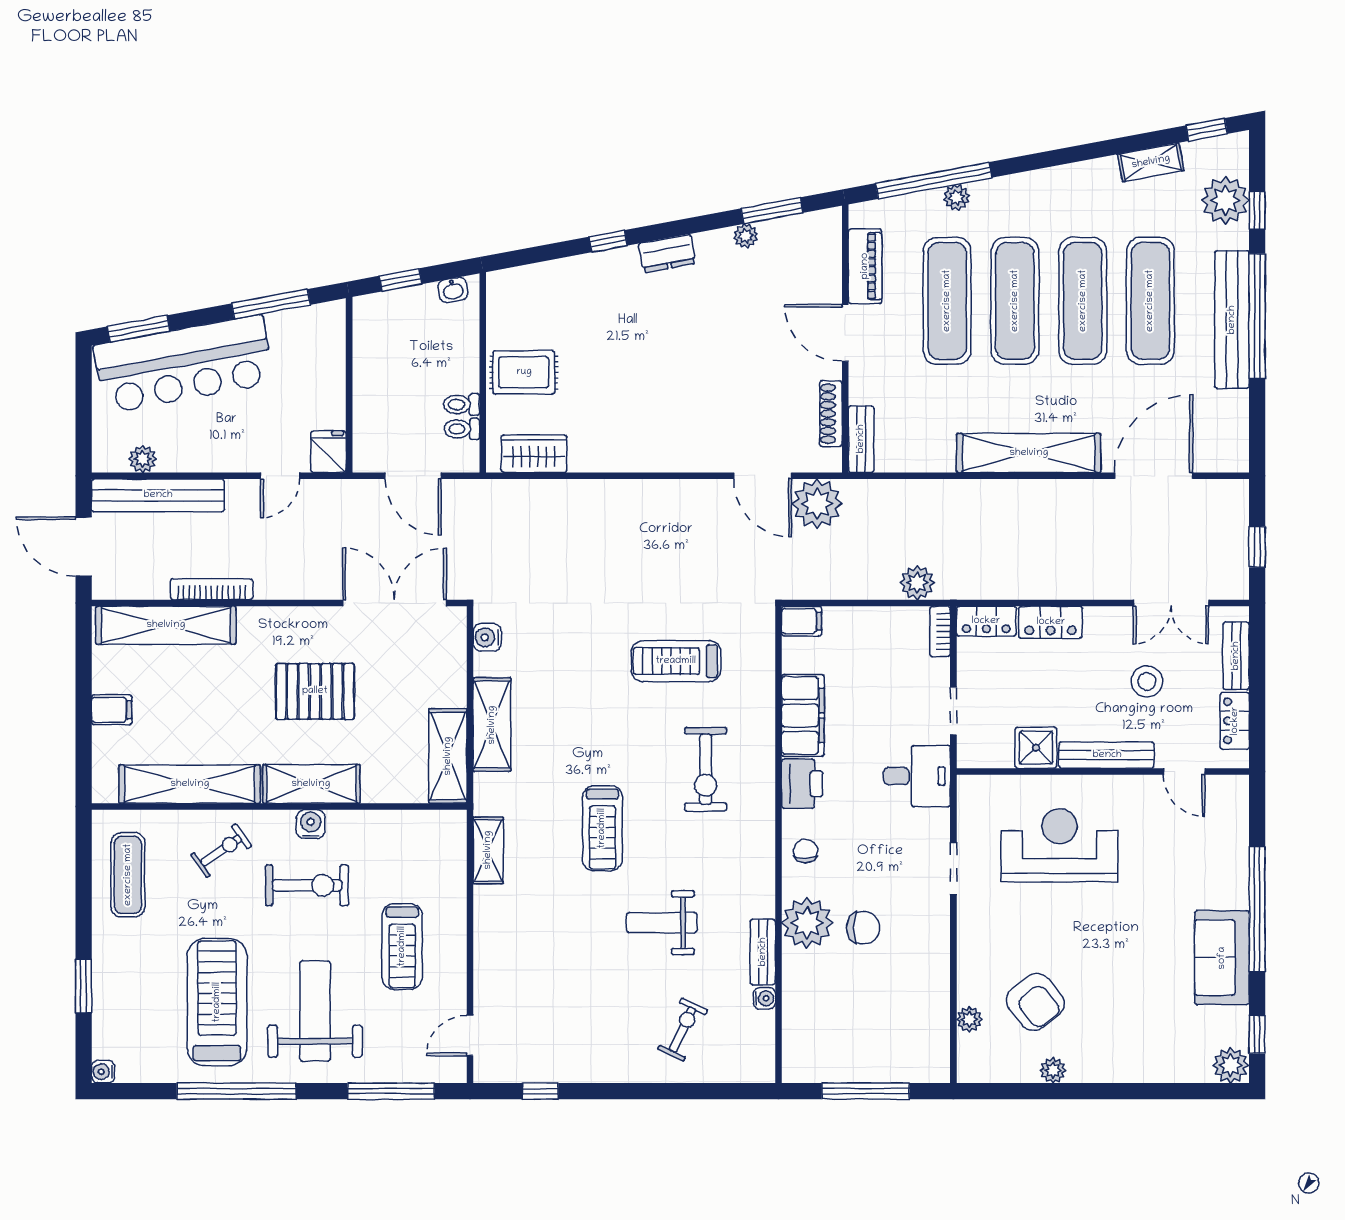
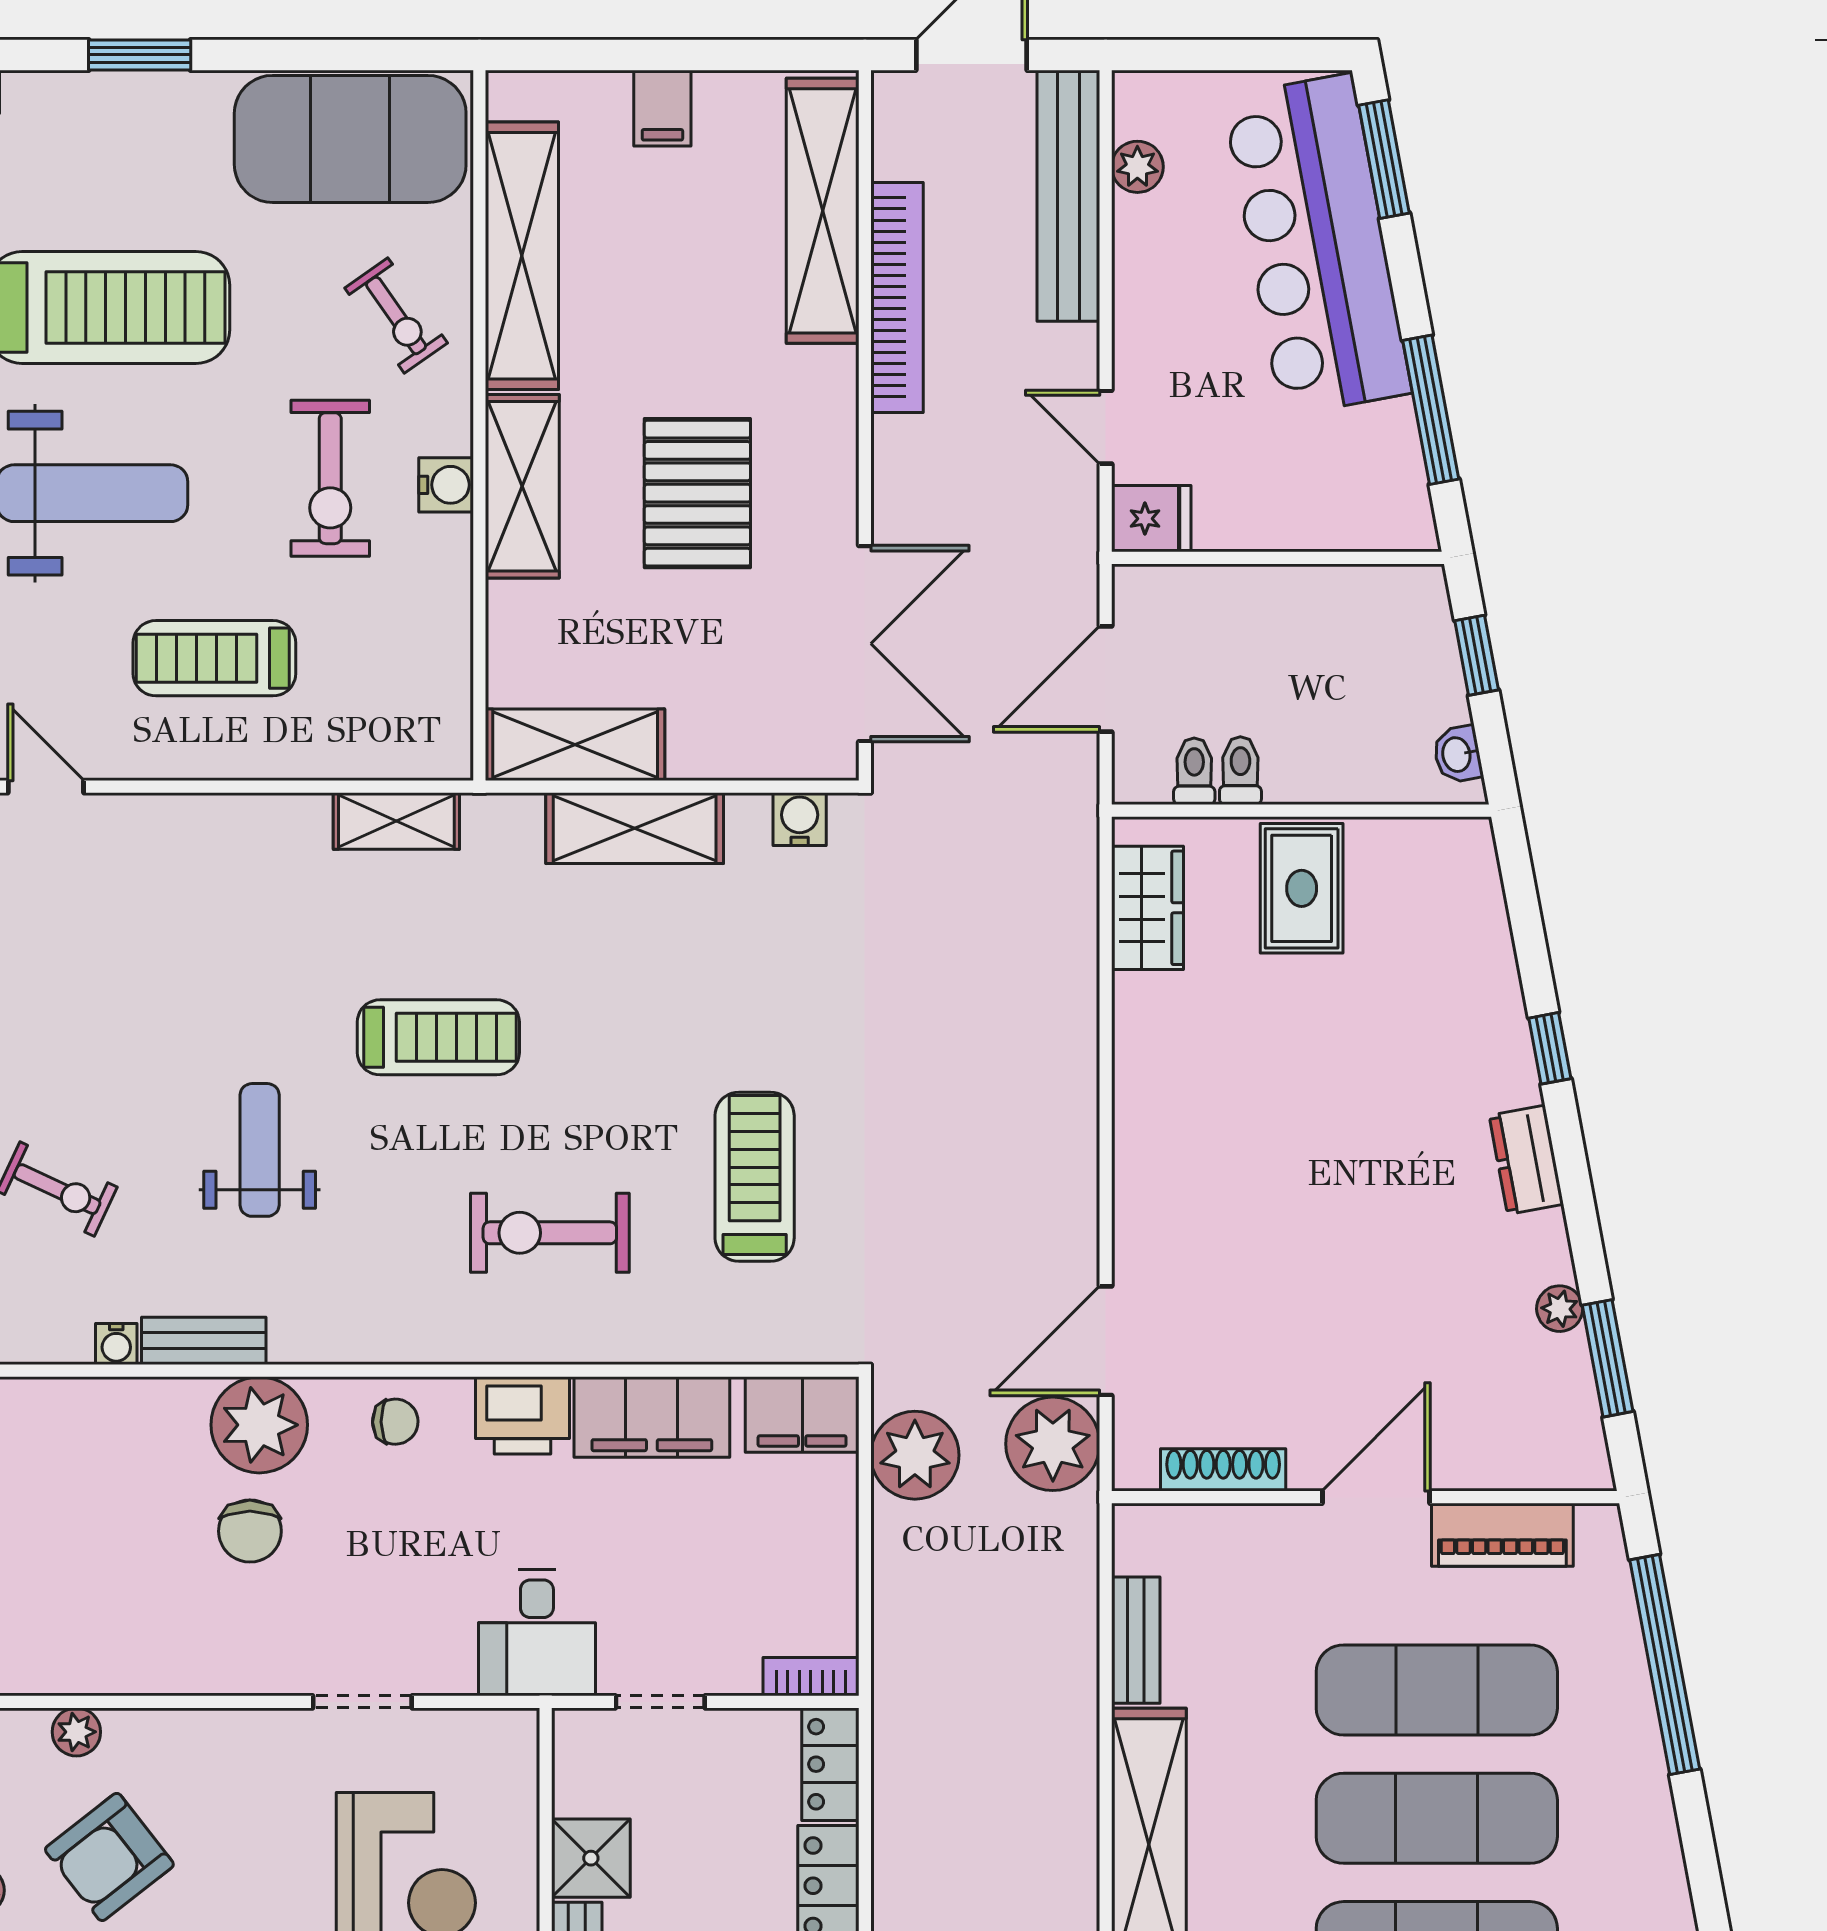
plant: (956, 197) -> (1633, 1708), removed
bench: (861, 439) -> (1136, 1640), moved, turned 90
plant: (917, 583) -> (915, 1455), moved, width x1.36, depth x1.36
bookcase: (212, 589) -> (897, 297), width x1.48, depth x1.31
filing cabinet: (802, 621) -> (802, 1414), width x2.00
treadmill: (602, 828) -> (438, 1037), turned 180
exercise mat: (128, 875) -> (350, 139), width x2.00, depth x1.45

